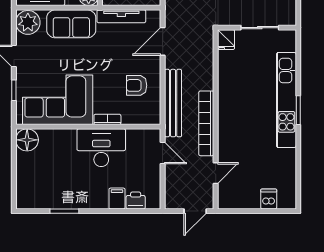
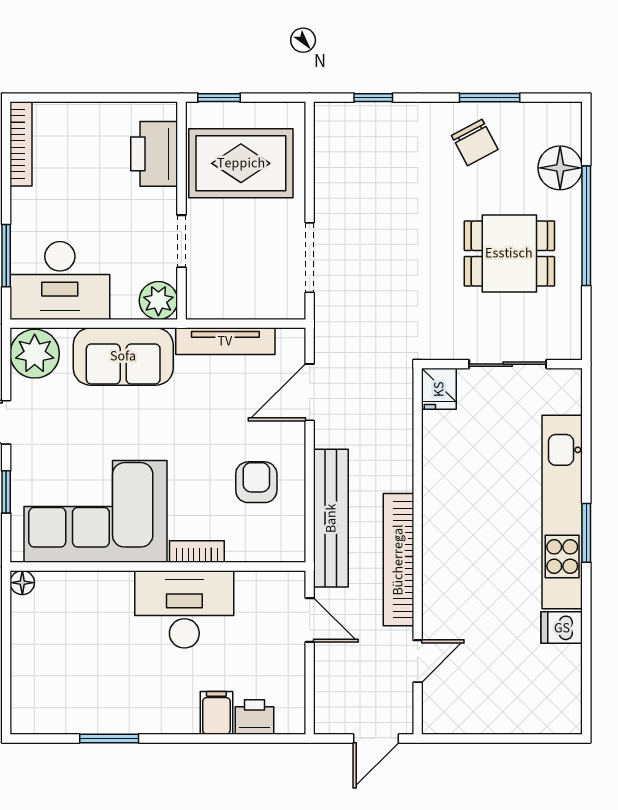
armchair: (137, 85) -> (256, 482), turned 90
floor lamp: (27, 140) -> (22, 583), width x0.53, depth x0.53
dishwasher: (269, 199) -> (562, 628), moved, turned -90

